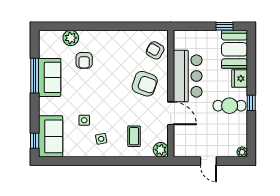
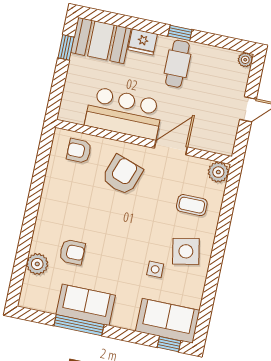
armchair: (155, 50) -> (79, 151), turned 60
side table: (101, 139) -> (186, 251), width x1.87, depth x1.87

